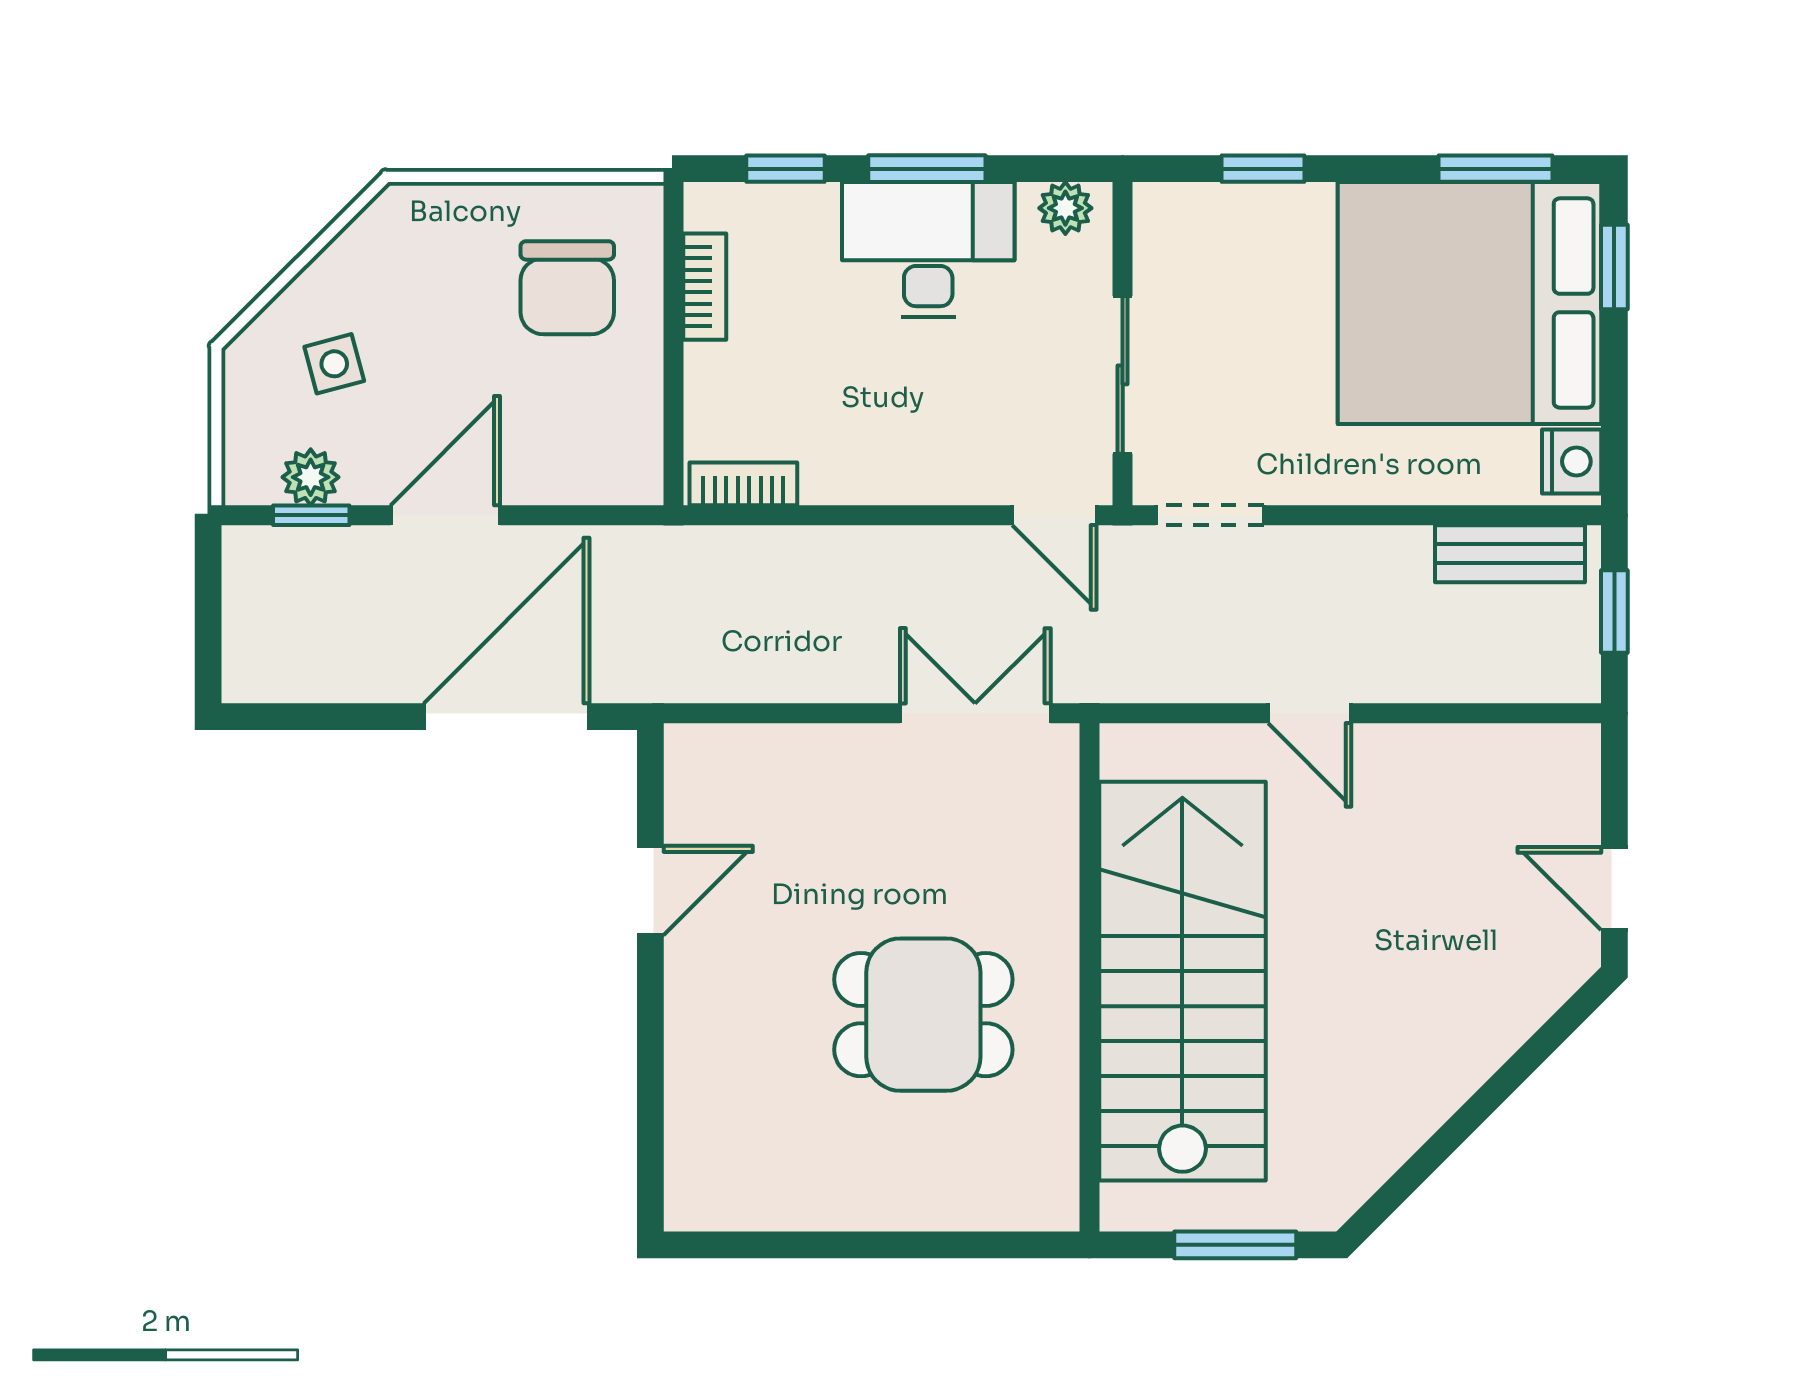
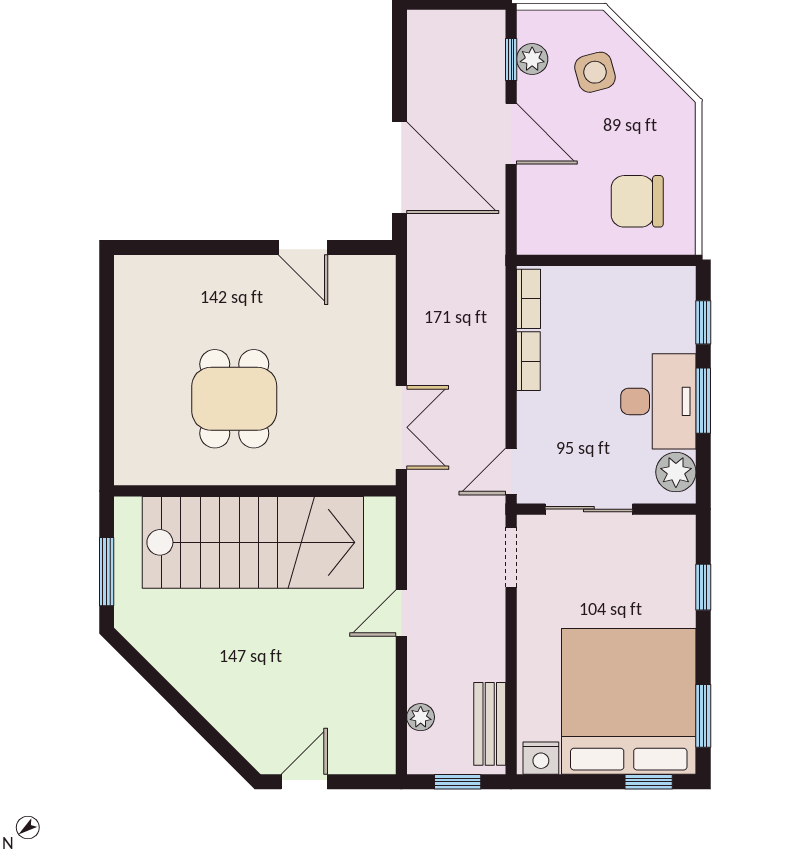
plant: (1065, 208) -> (676, 472), width x1.38, depth x1.38
bookcase: (705, 287) -> (528, 361), moved, turned -90
side table: (334, 364) -> (595, 72), width x1.37, depth x1.37
plant: (1498, 679) -> (421, 717), added

